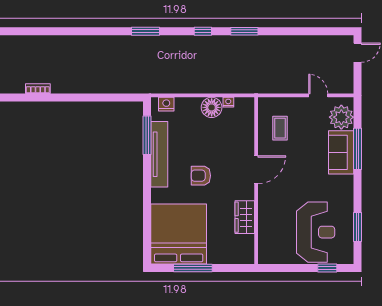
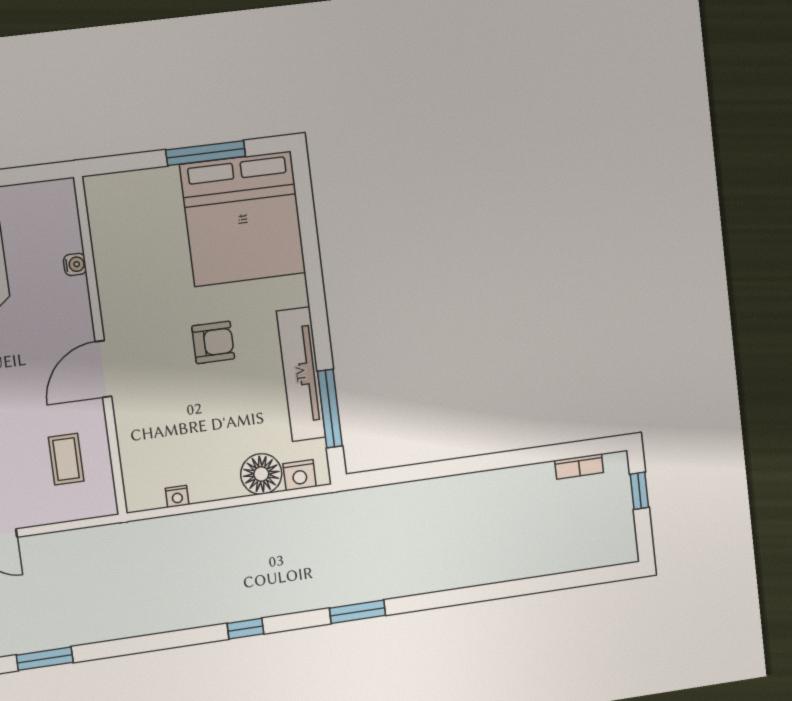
window: (244, 31) -> (45, 659), moved
bookcase: (38, 89) -> (579, 466), moved
floor lamp: (212, 107) -> (261, 474), moved
wardrobe: (245, 217) -> (114, 270), removed
water cooler: (263, 222) -> (75, 264), added

